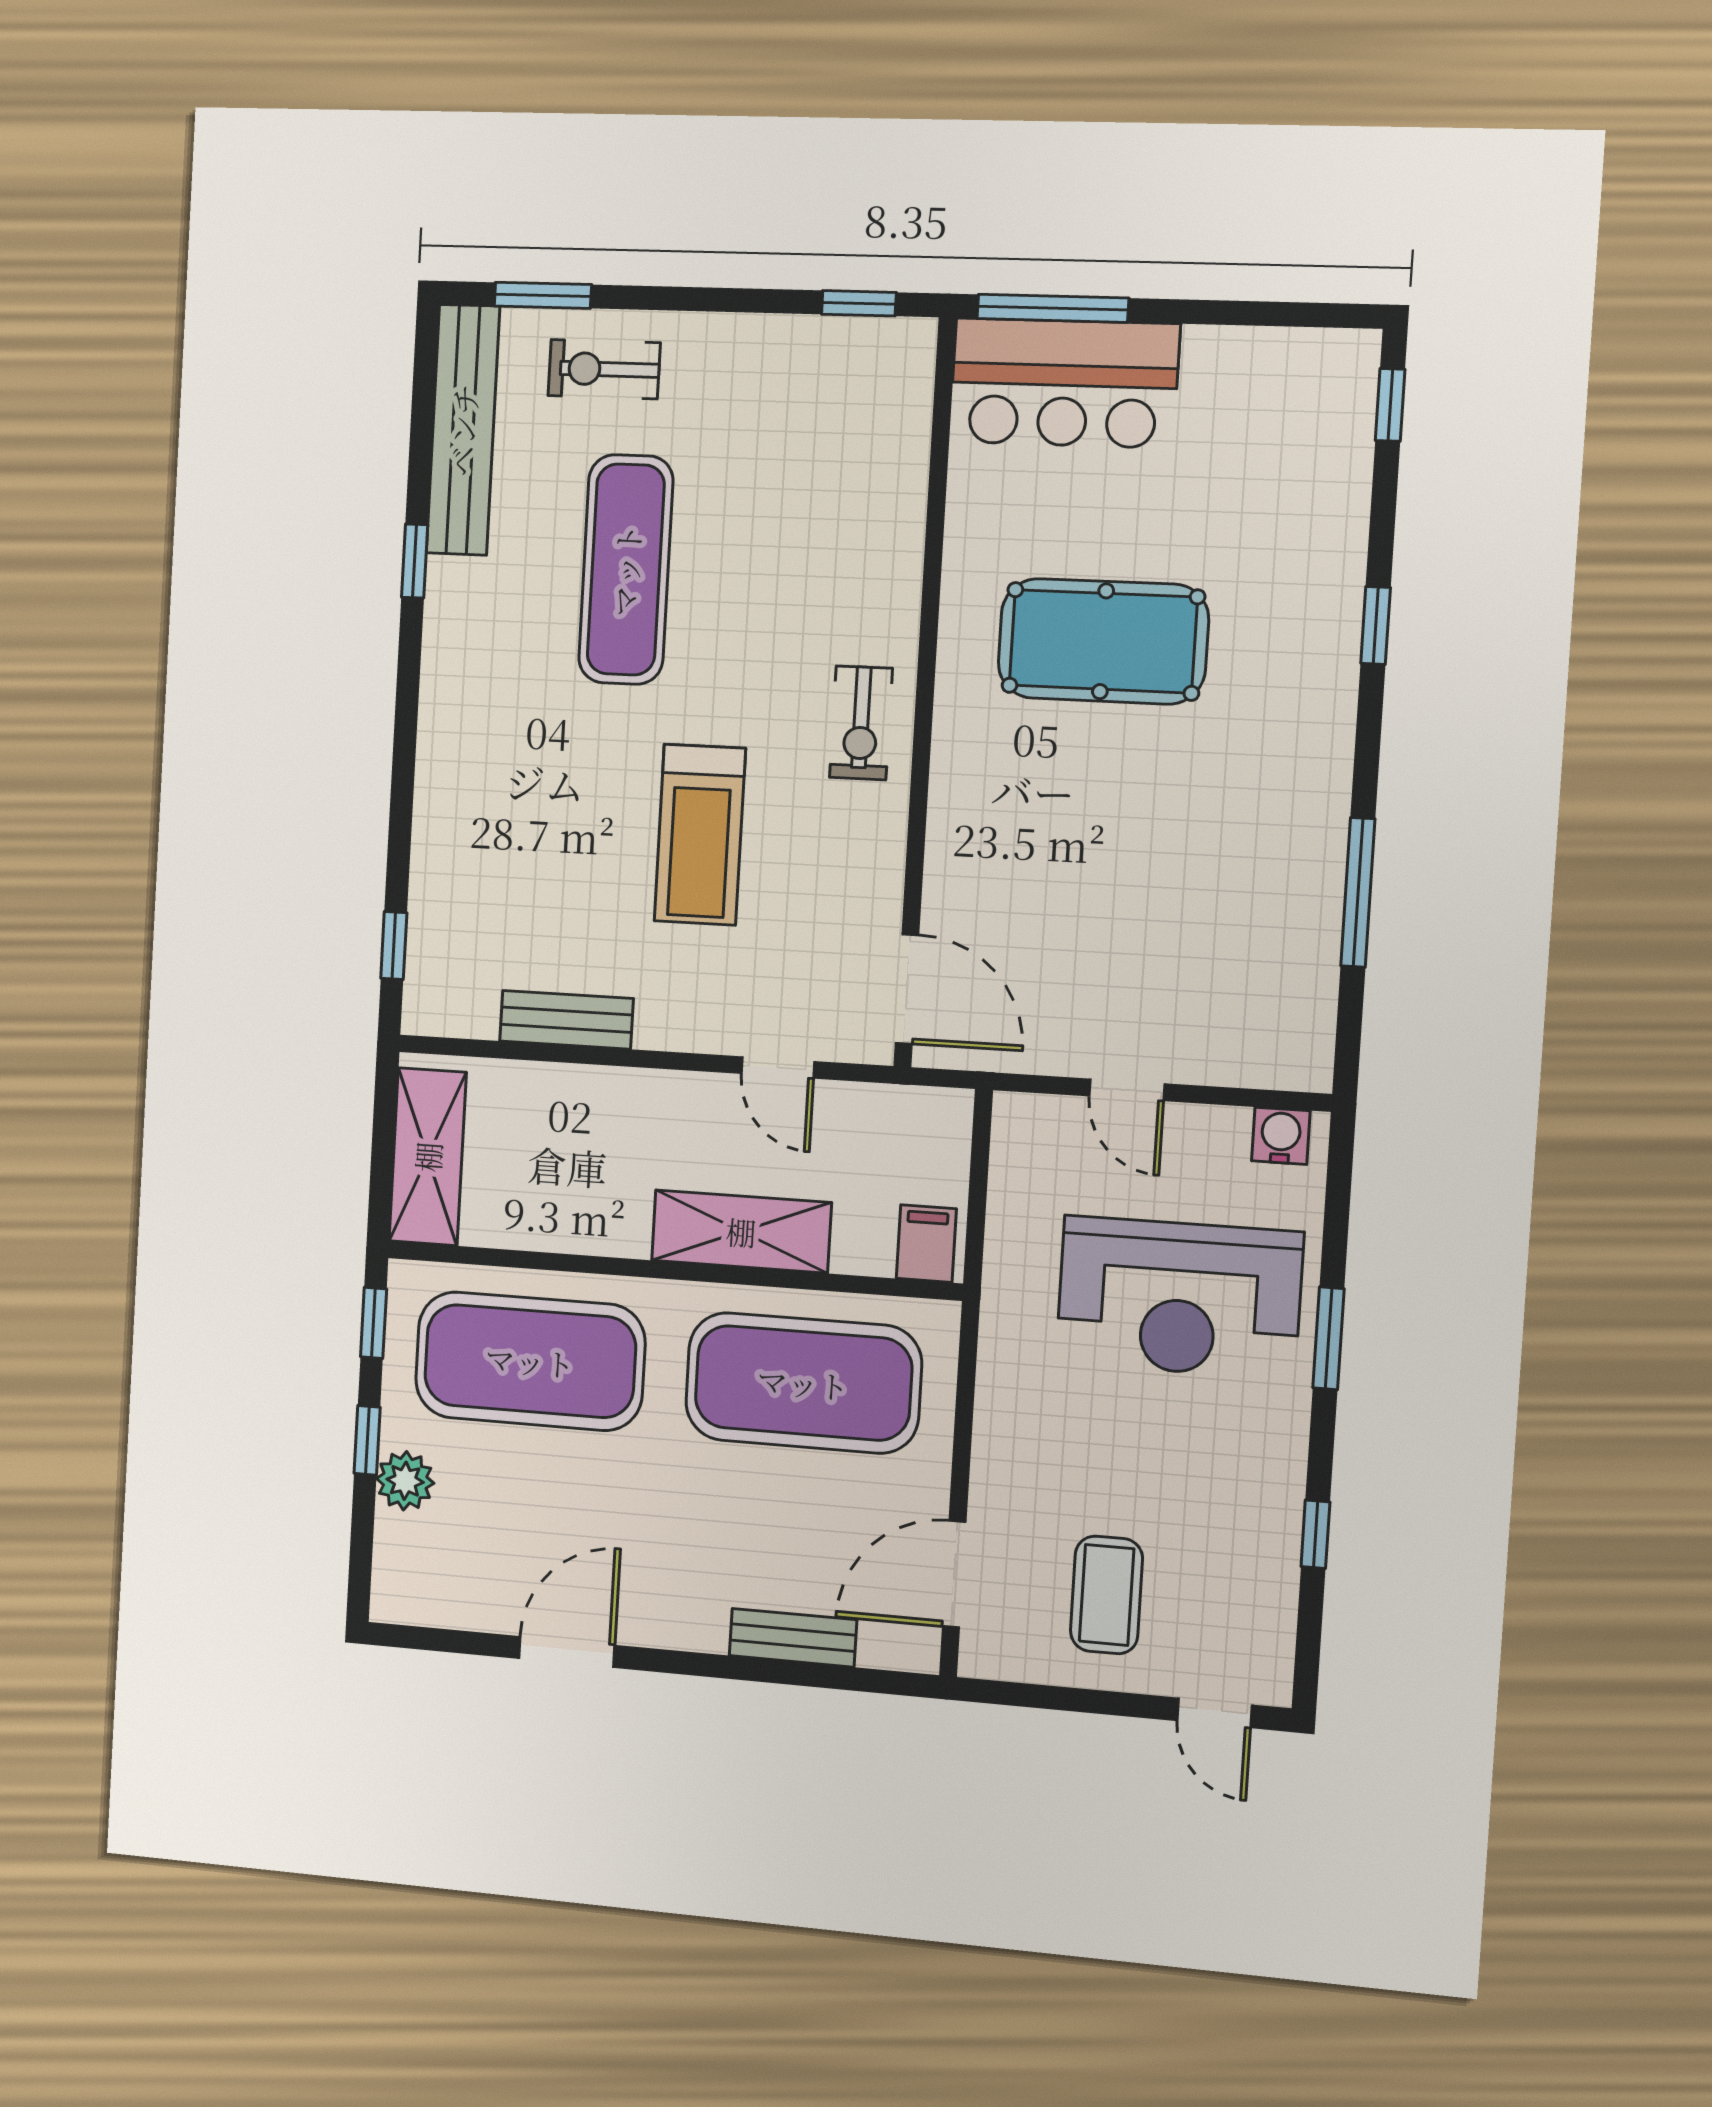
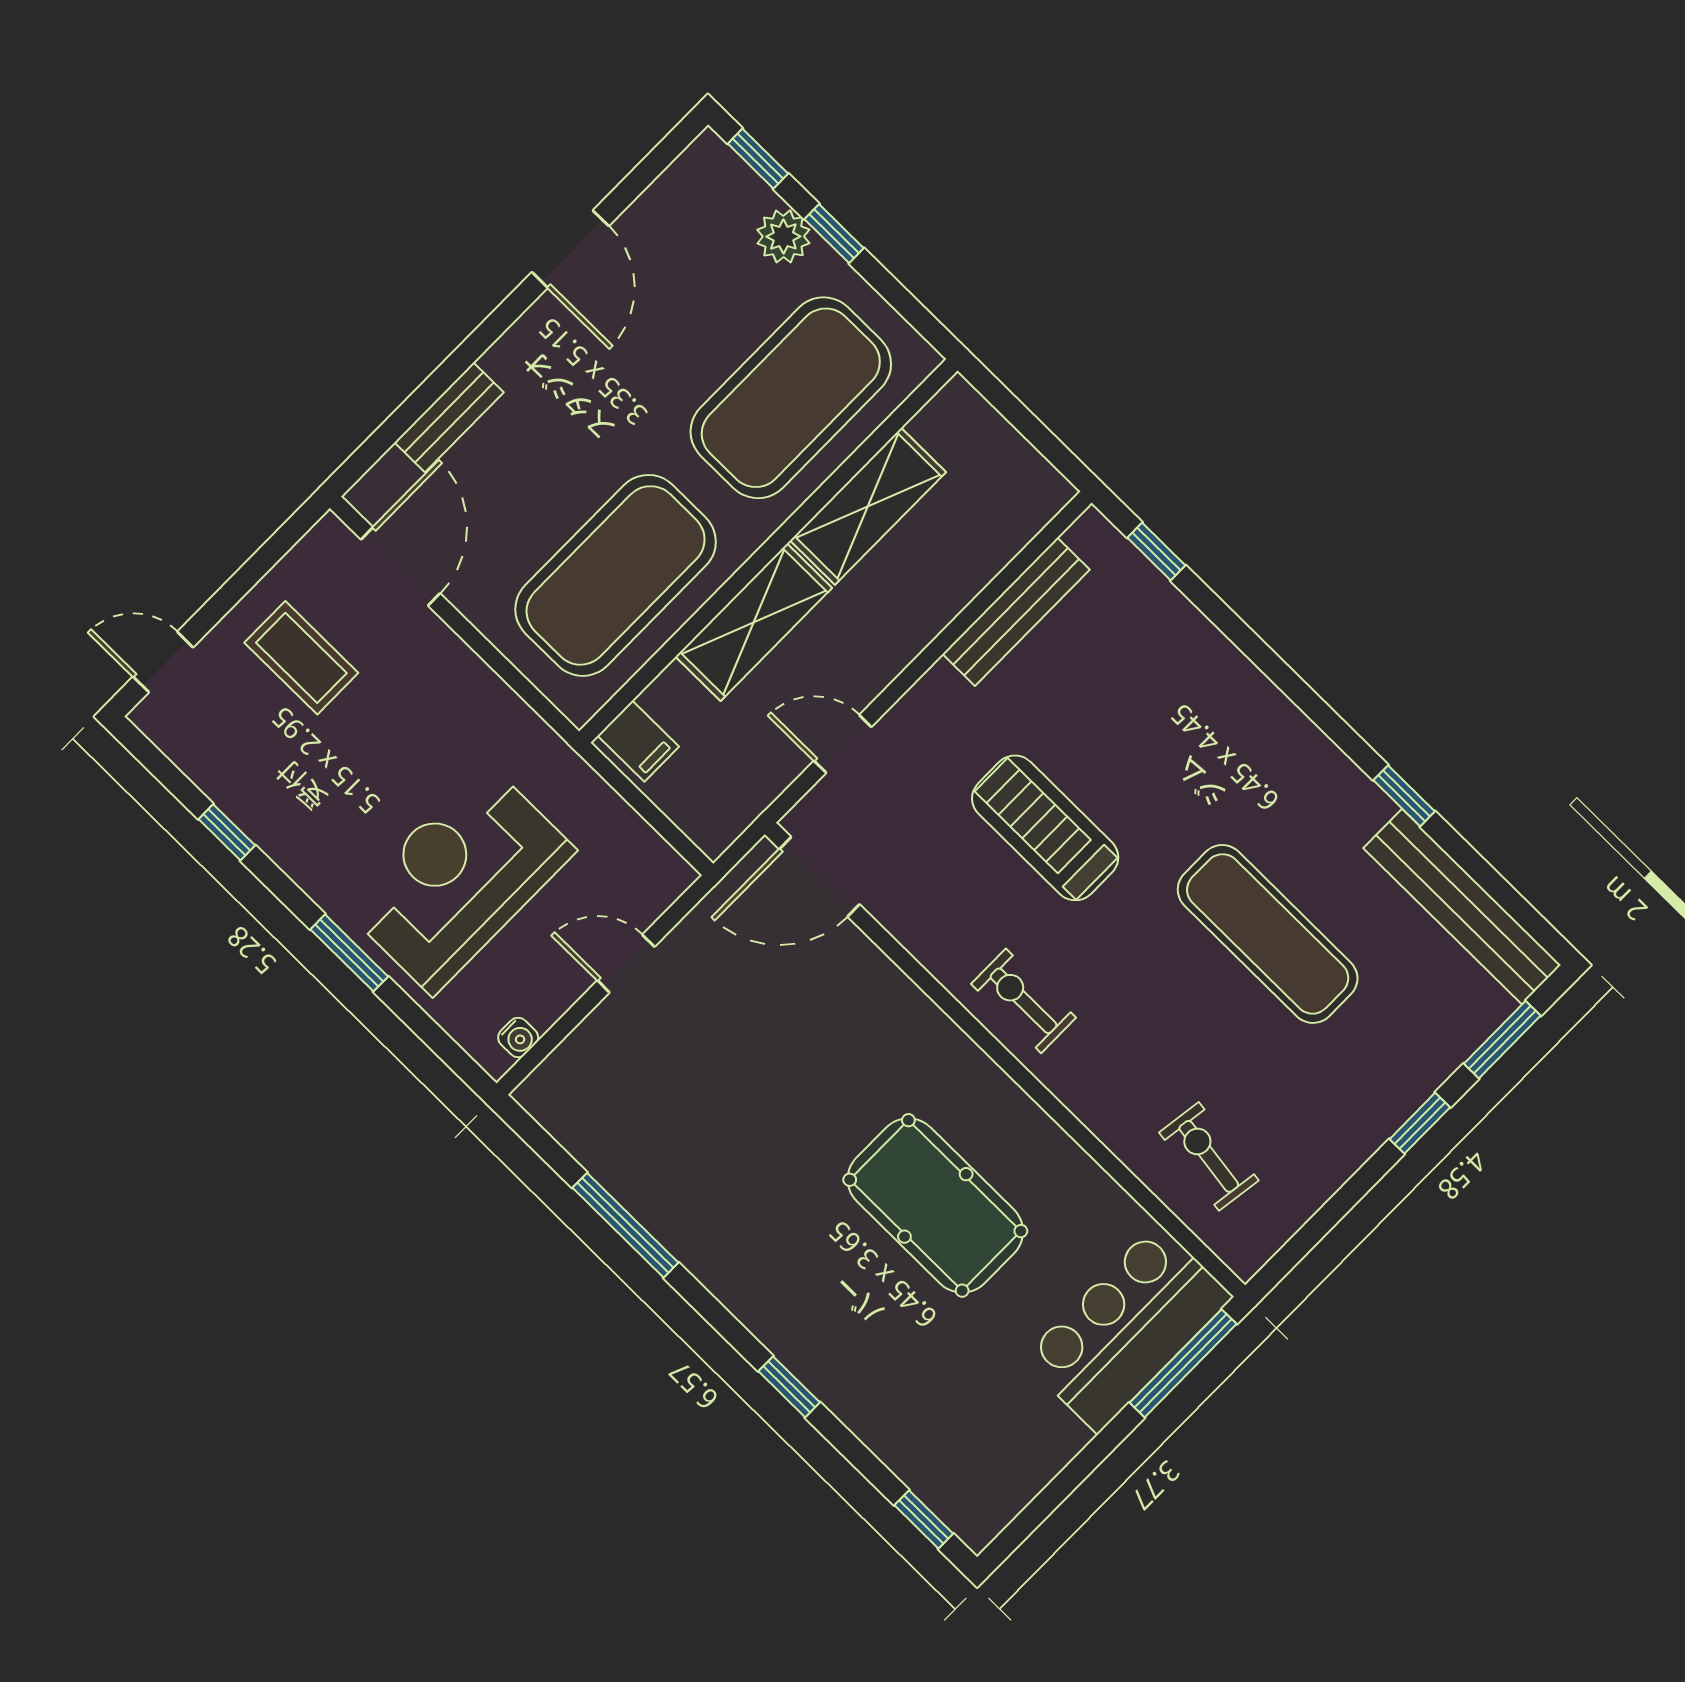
window: (859, 303) -> (1420, 1123), moved
exercise bike: (604, 369) -> (1209, 1156), moved, turned -82
pool table: (1103, 641) -> (935, 1205), turned 90
bench: (566, 1020) -> (1016, 612), width x1.36
water cooler: (1281, 1136) -> (518, 1037), width x0.72, depth x0.72
shelving: (428, 1157) -> (868, 506), moved, turned 90
window: (373, 1323) -> (758, 159), moved

